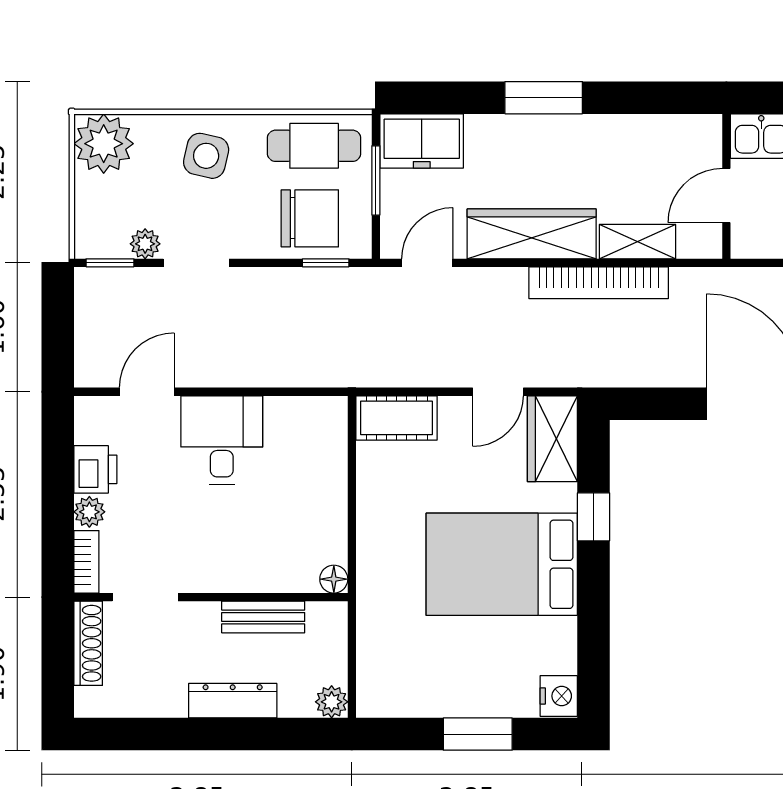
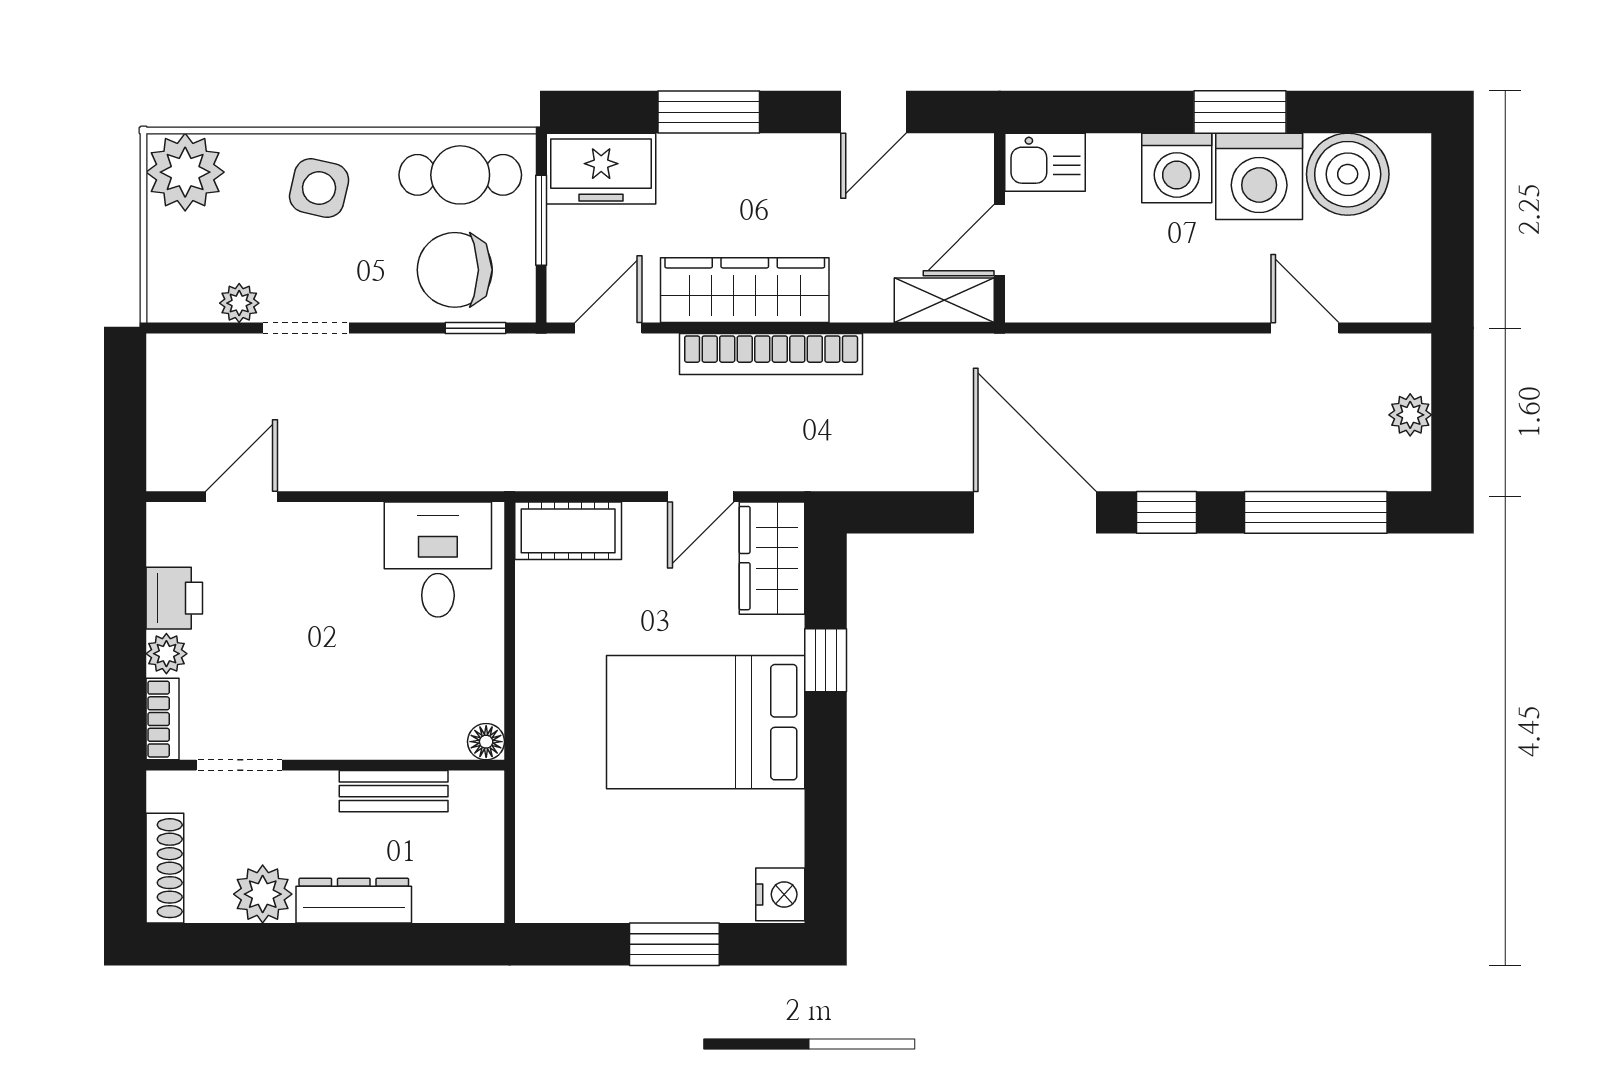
window: (544, 98) -> (709, 112), moved
door: (630, 98) -> (874, 112), added
chair: (310, 218) -> (455, 270), turned 180
shelving: (637, 242) -> (944, 300), moved
window: (110, 263) -> (193, 328), removed
bookcase: (599, 283) -> (771, 354), moved
desk: (222, 440) -> (438, 560), moved
shoe rack: (88, 643) -> (165, 868), moved
plant: (332, 702) -> (263, 894), moved, width x1.38, depth x1.38

